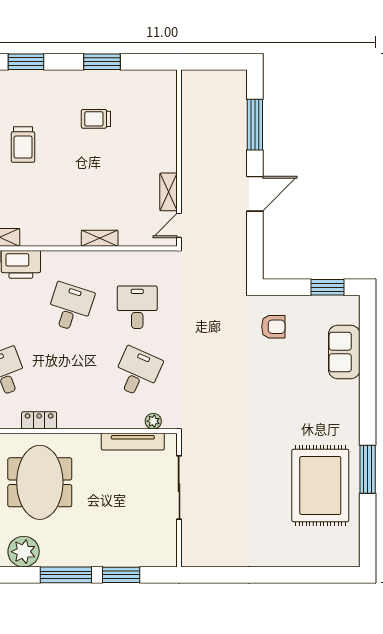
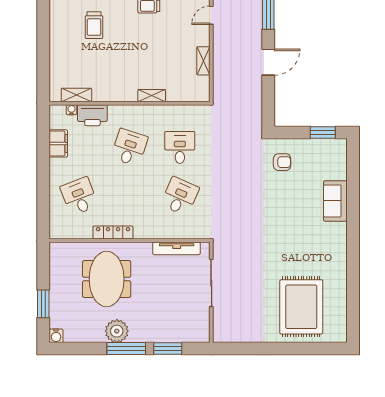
door: (179, 225) -> (211, 15), moved
sofa: (344, 352) -> (335, 201), moved
locker: (39, 420) -> (113, 232), width x1.53
plant: (153, 421) -> (192, 233), removed
window: (368, 469) -> (353, 269), removed
rug: (320, 485) -> (301, 307), moved
plant: (24, 552) -> (117, 331), moved

